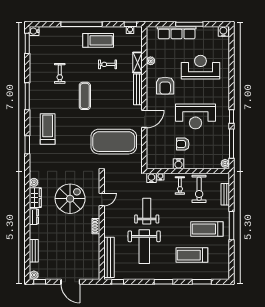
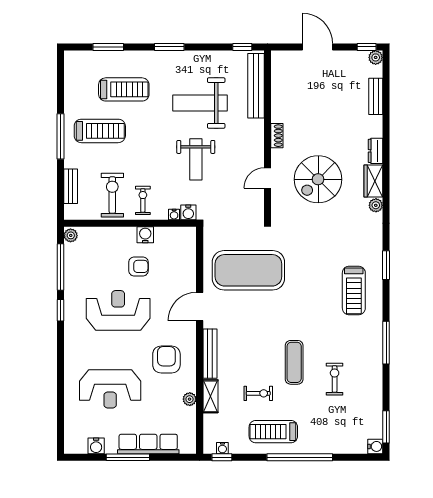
water cooler: (223, 31) -> (96, 446), moved
exercise mat: (85, 96) -> (294, 362), moved
weight bench: (144, 247) -> (200, 103), turned -90

